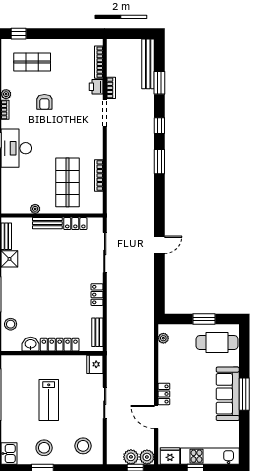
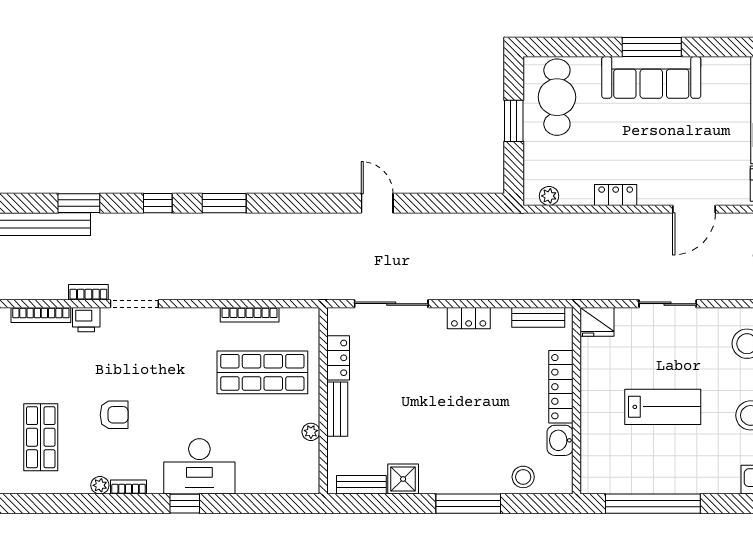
locker: (164, 394) -> (616, 195), moved

